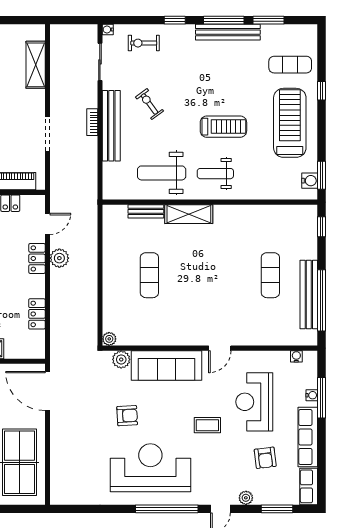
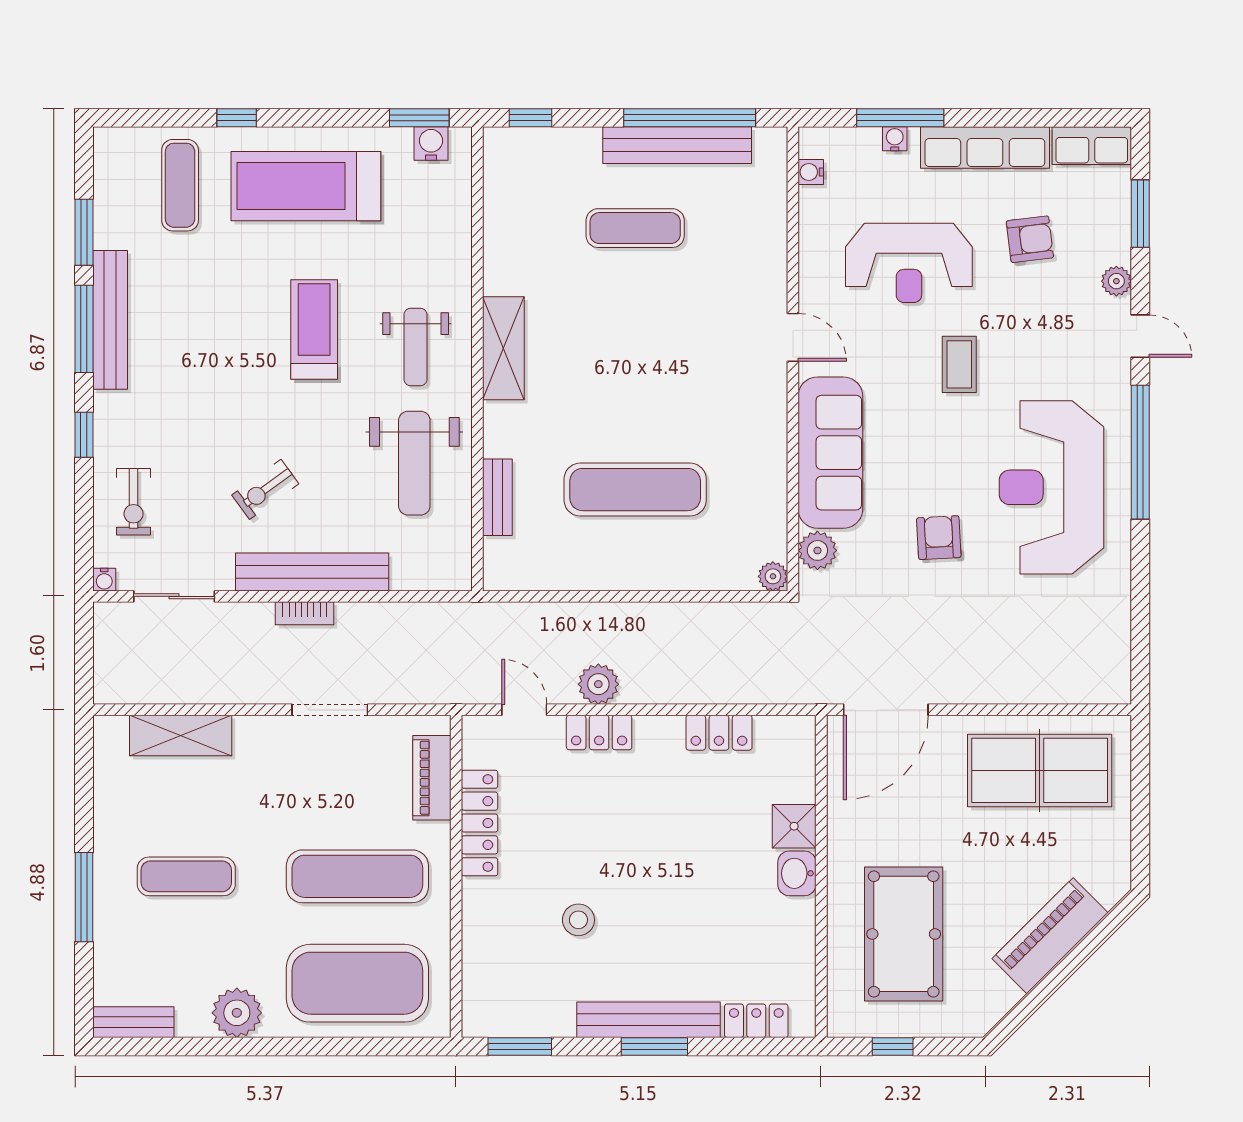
shelving: (189, 214) -> (503, 348), moved
exercise mat: (149, 275) -> (635, 490), width x1.36, depth x1.45

